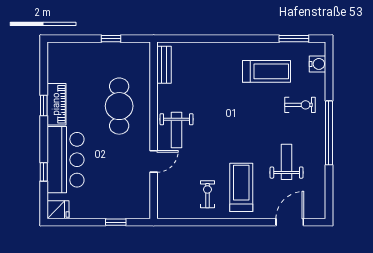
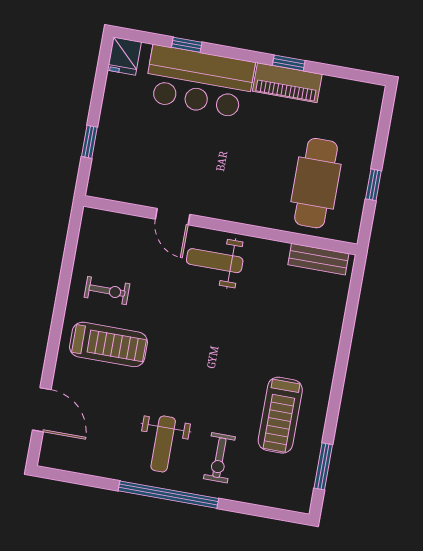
water cooler: (318, 64) -> (278, 496), removed
cafe table: (119, 106) -> (316, 183), moved, turned 90
weight bench: (287, 162) -> (163, 444), moved, turned 90

